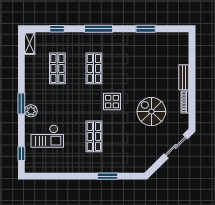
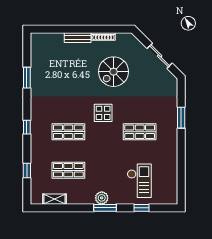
window: (98, 29) -> (27, 127), width x0.46
shelving: (30, 43) -> (54, 199), moved
plant: (31, 111) -> (102, 198), moved
sliding door: (176, 146) -> (160, 56), moved
window: (21, 154) -> (141, 208), moved

